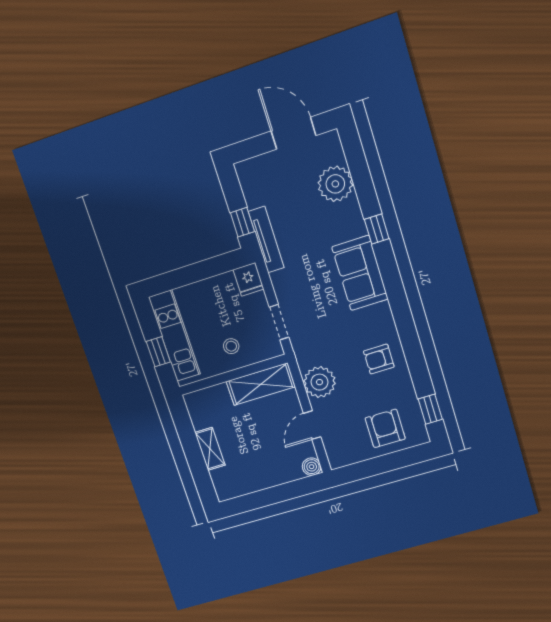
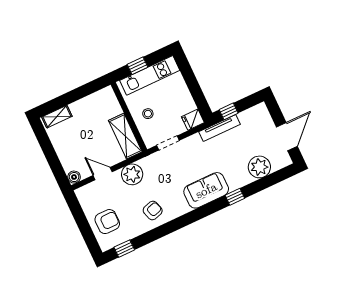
armchair: (379, 359) -> (153, 210), turned 73
shelving: (210, 449) -> (57, 117), moved

